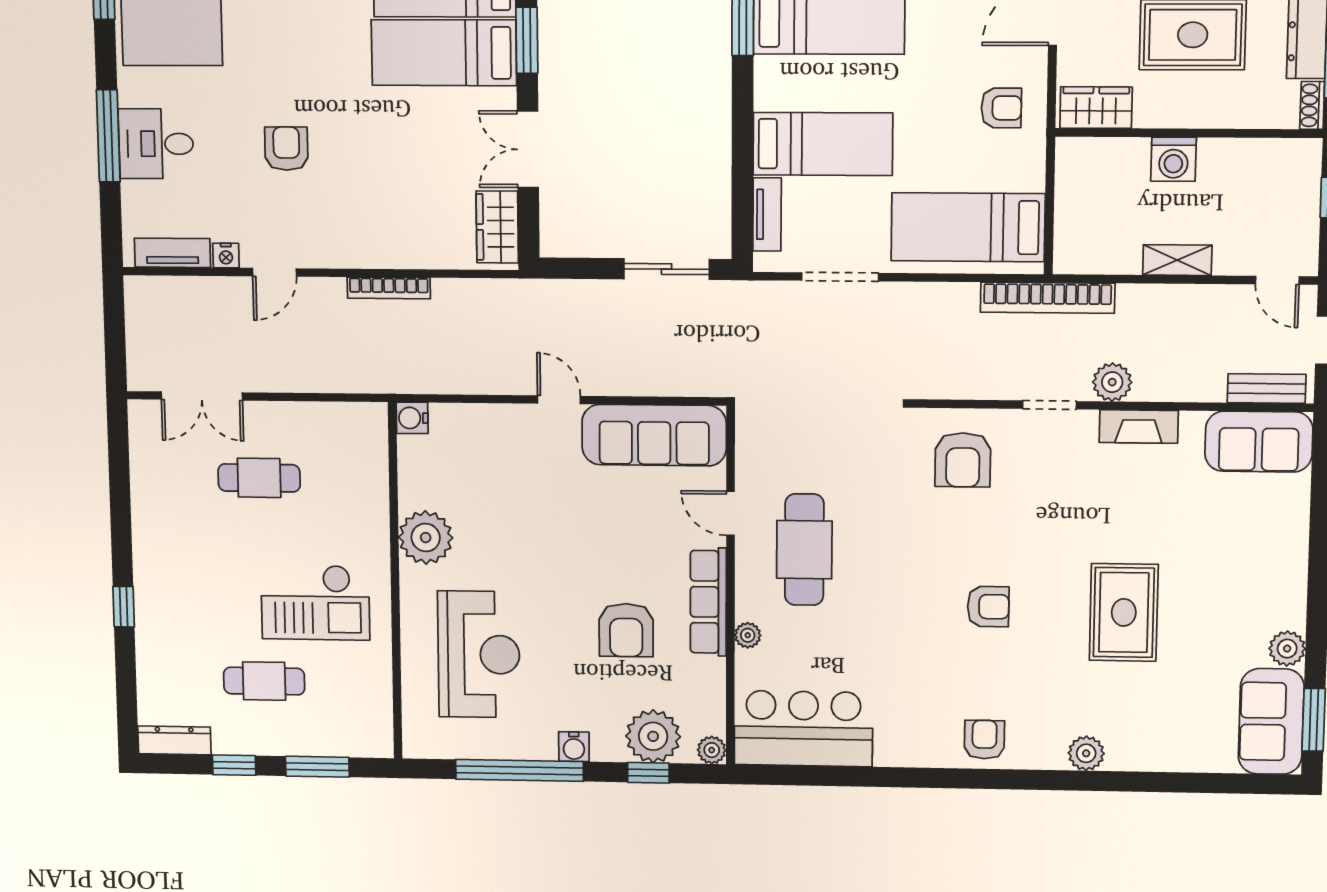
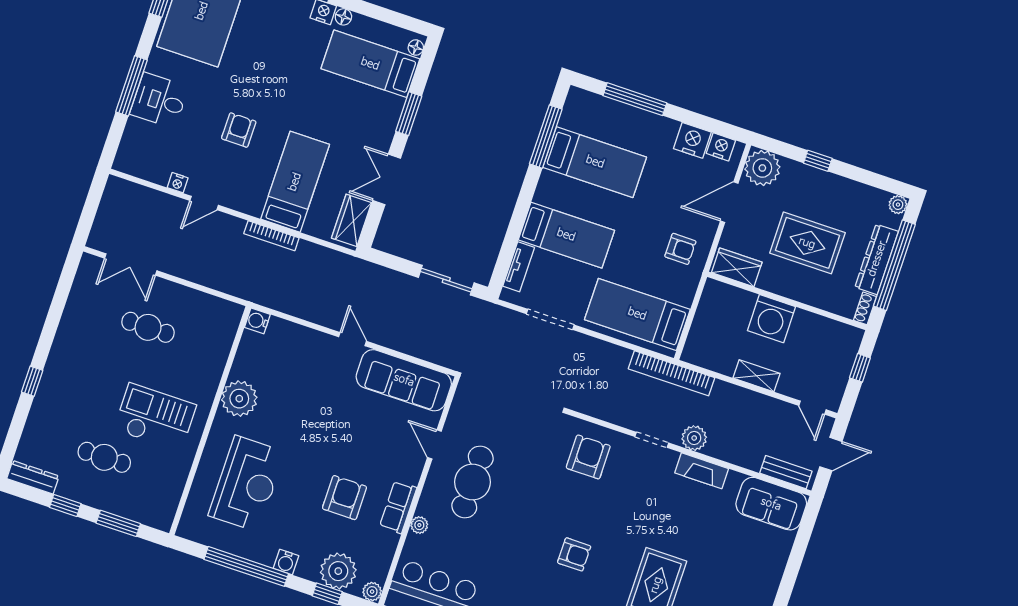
bed: (444, 53) -> (295, 182), moved, turned 90
washing machine: (1174, 159) -> (772, 319), width x1.37, depth x1.37
tv unit: (172, 253) -> (145, 170), removed
armchair: (963, 460) -> (588, 457), turned 180
checkout: (315, 602) -> (155, 417), turned 180
row of seats: (708, 602) -> (398, 507), width x0.68
armchair: (626, 630) -> (345, 498), turned 180

